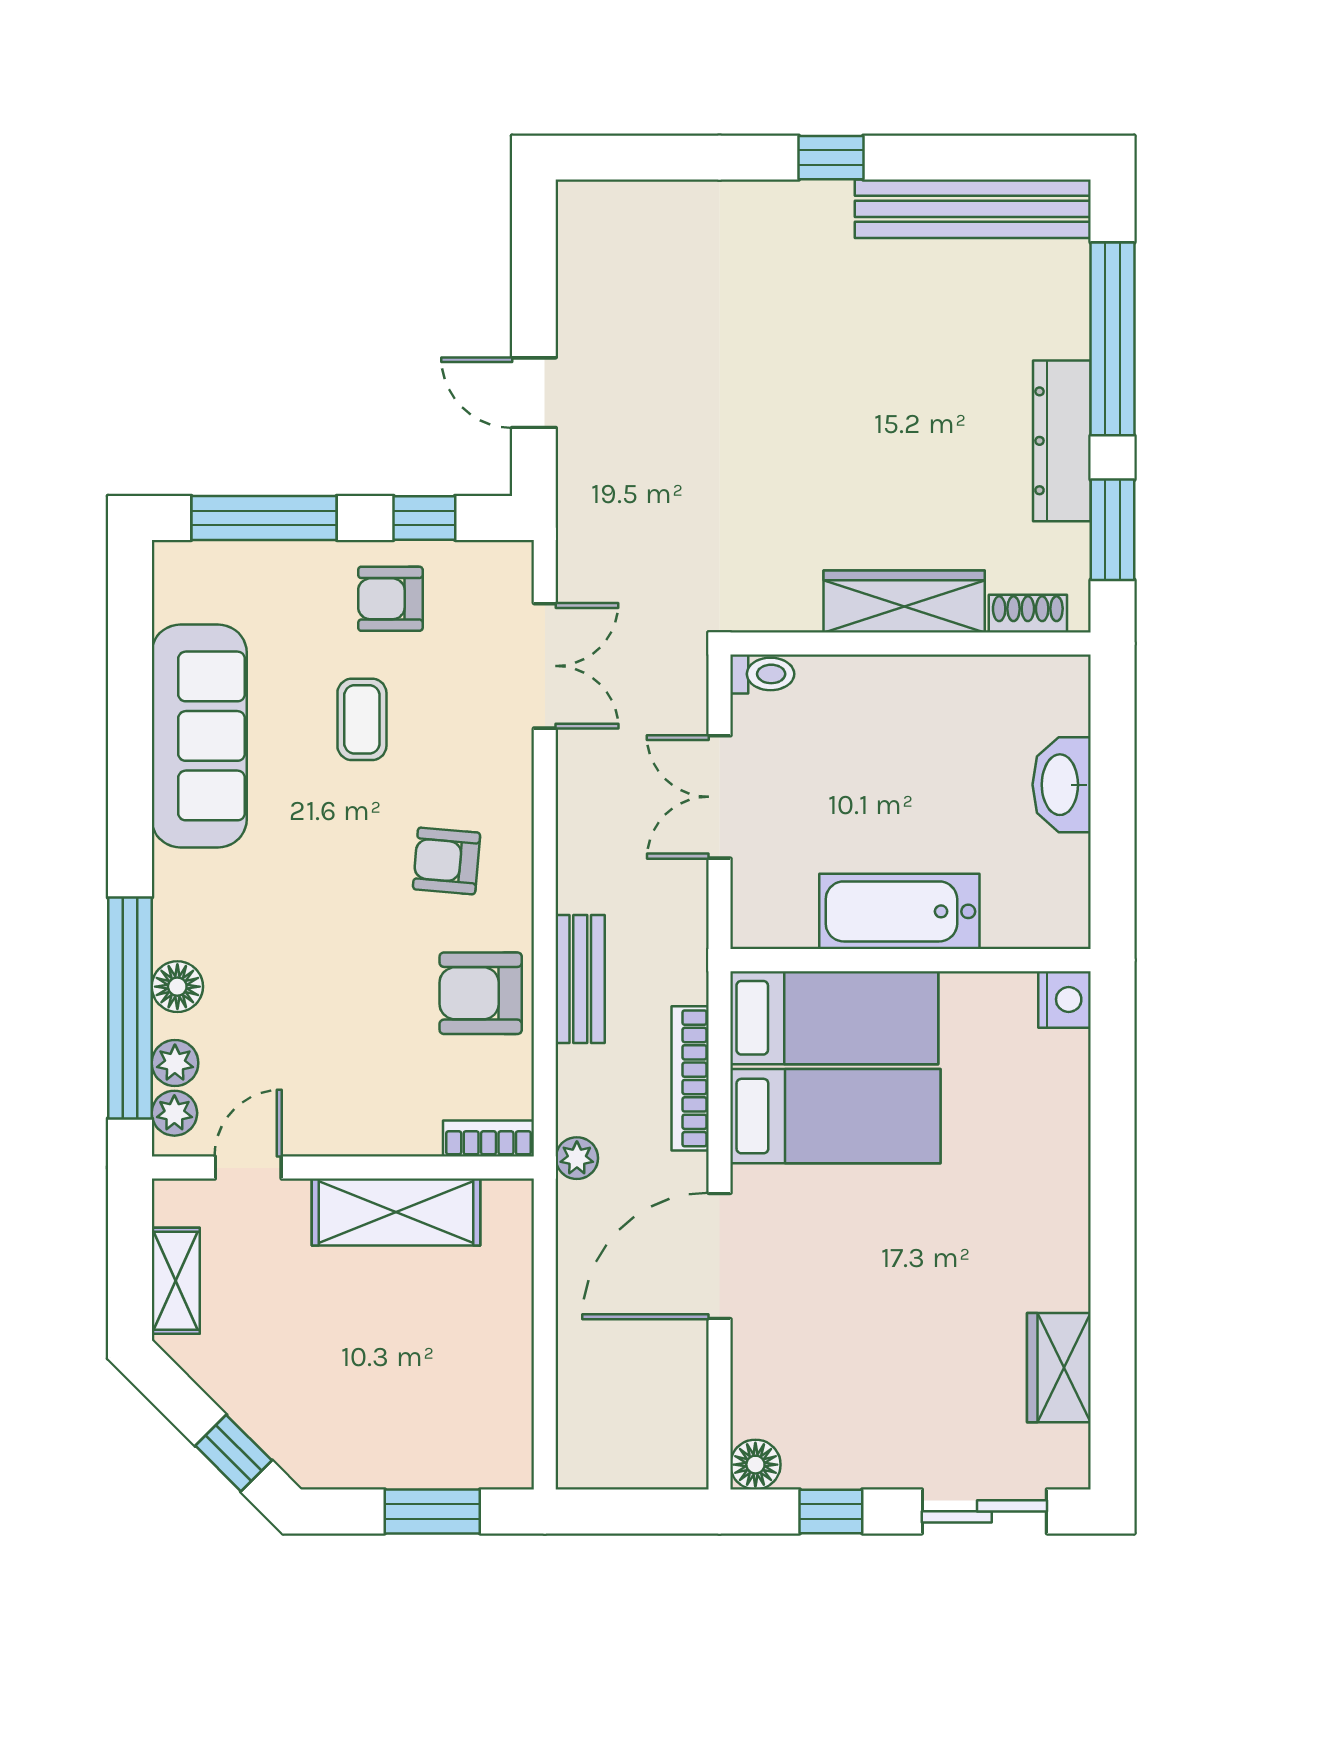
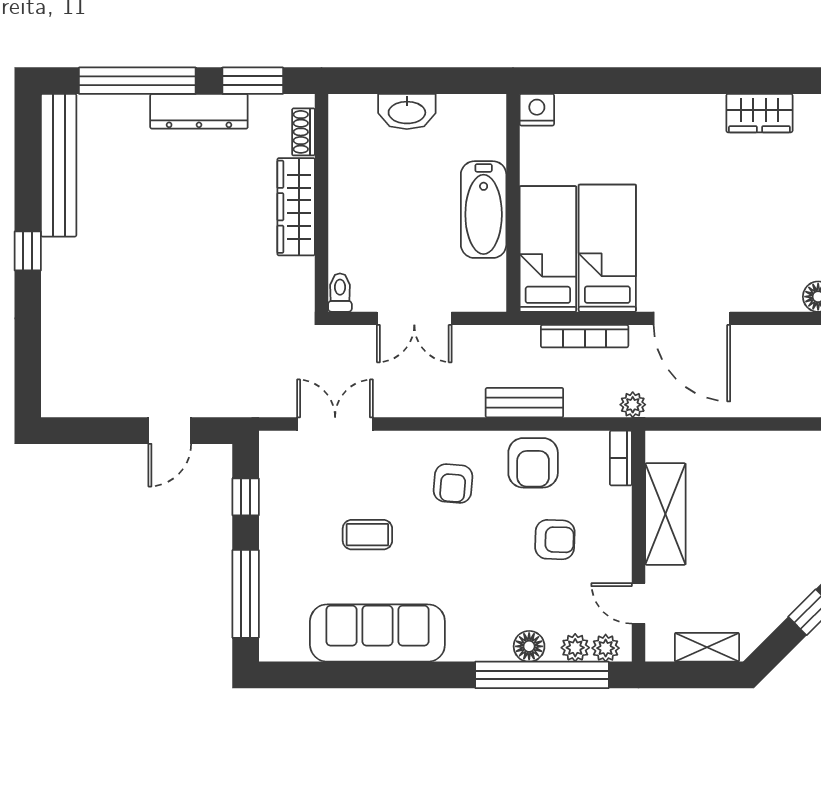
armchair: (390, 599) -> (555, 540), moved, turned -88

